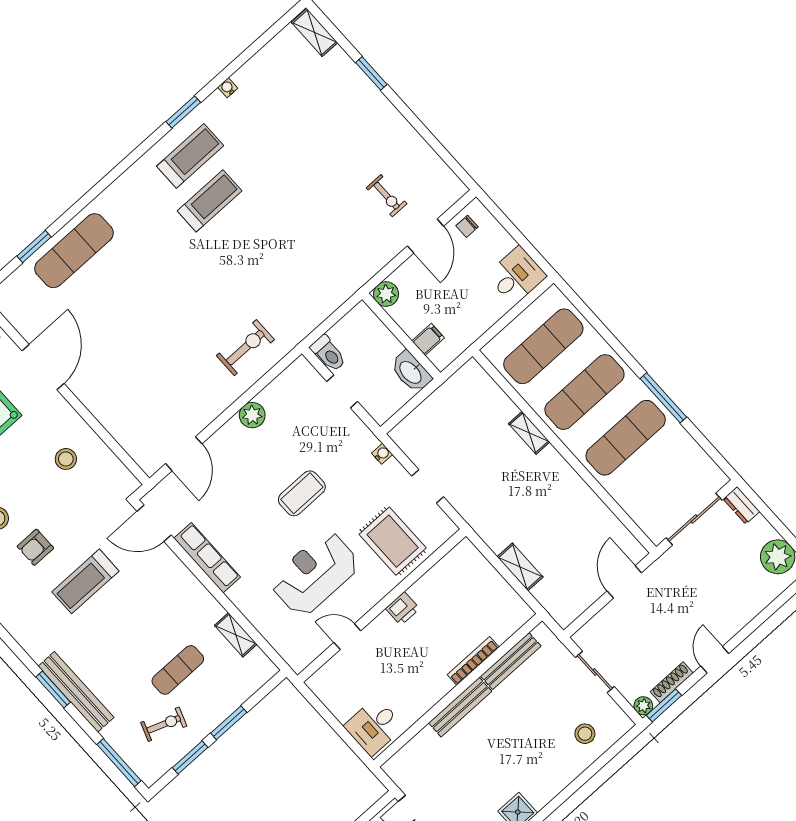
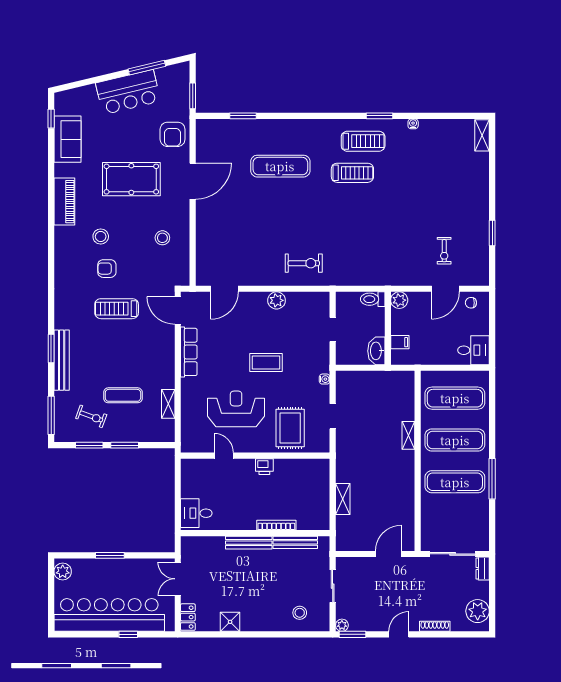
window: (371, 73) -> (492, 233), moved
exercise mat: (74, 251) -> (280, 166), moved
toilet: (328, 353) -> (373, 299), moved, turned 90
shoe rack: (672, 682) -> (435, 626), moved

